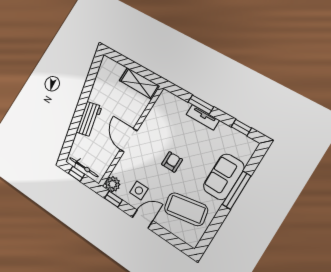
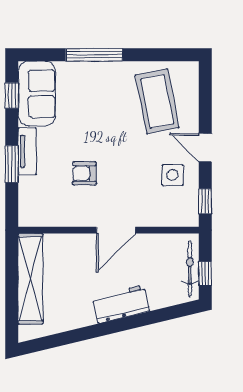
shelving: (139, 83) -> (30, 279), width x1.47
armchair: (172, 162) -> (84, 173), moved
sofa: (224, 177) -> (37, 94), moved, turned -90
plant: (113, 184) -> (187, 215), removed

